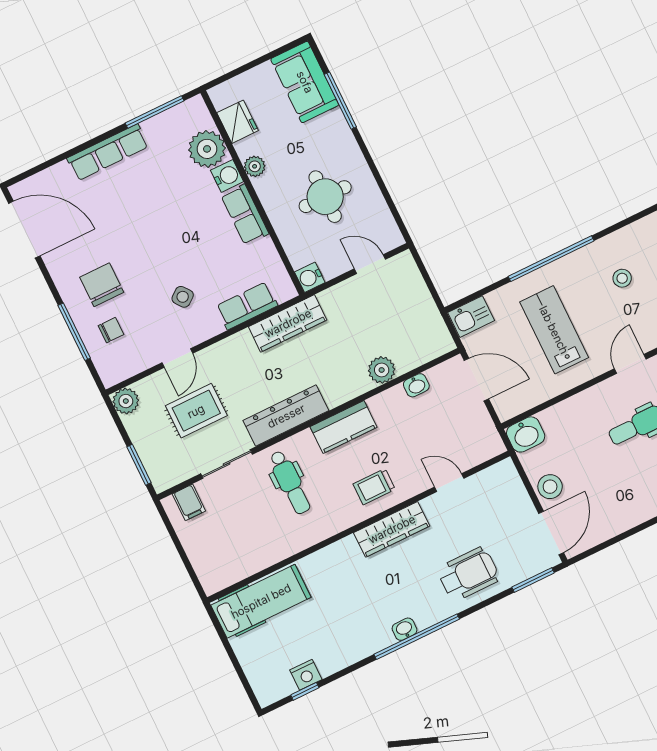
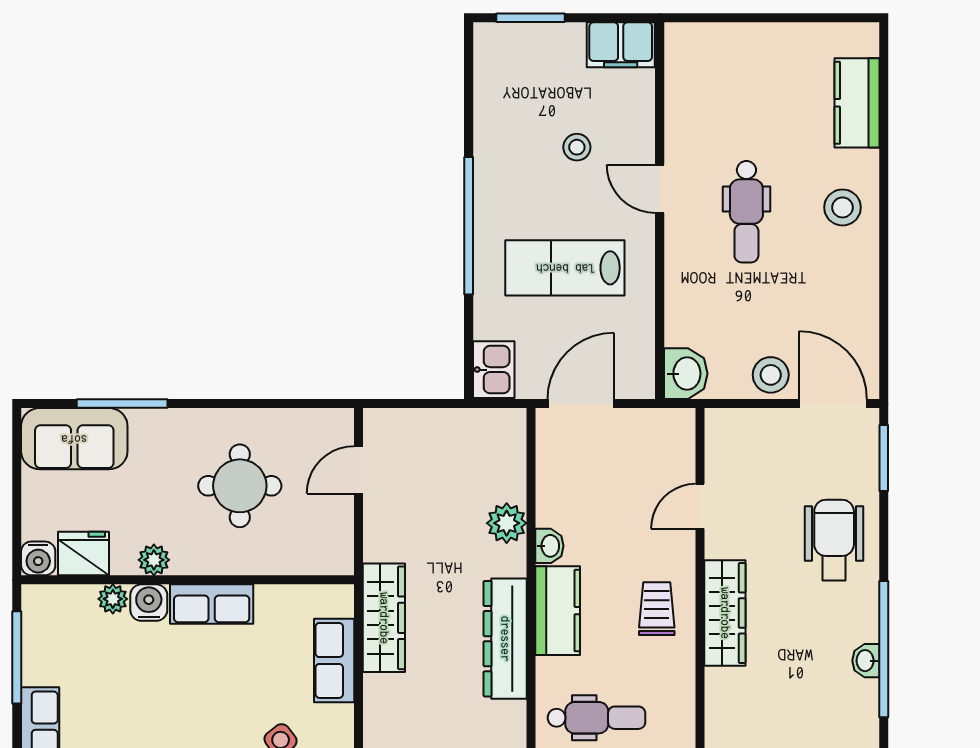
plant: (207, 149) -> (113, 599), width x0.53, depth x0.53
water cooler: (310, 277) -> (38, 558), moved
stool: (622, 278) -> (577, 147), moved
washbasin: (416, 385) -> (549, 546), moved
dresser: (286, 416) -> (505, 639), moved
trolley: (374, 487) -> (657, 609), turned 180

